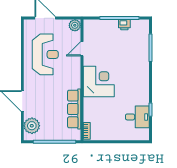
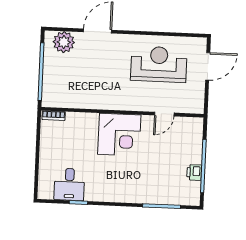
plant: (75, 25) -> (196, 106), removed
door: (82, 49) -> (164, 114), swing flipped
reception desk: (45, 54) -> (159, 64), turned 180
row of seats: (74, 109) -> (84, 100), removed

